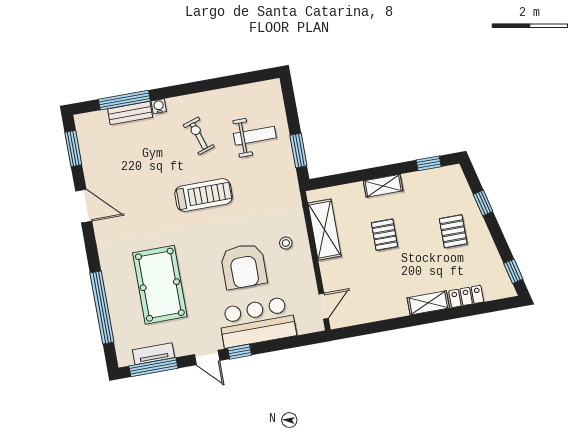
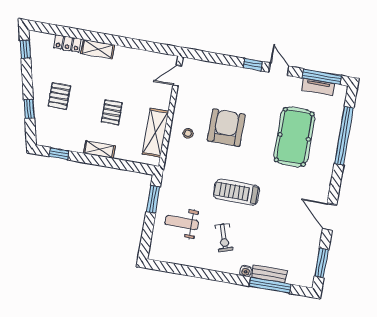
bar counter: (257, 322) -> (231, 82), removed

